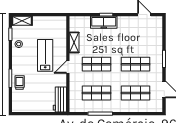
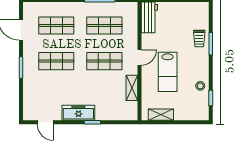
shelving: (22, 21) -> (161, 115), moved
freezer: (104, 22) -> (78, 113), moved

